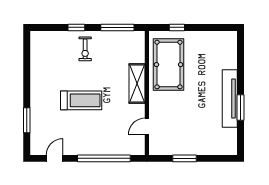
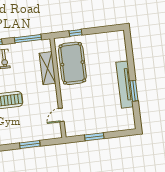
shelving: (137, 83) -> (47, 68), moved
window: (104, 158) -> (30, 145), width x0.47

